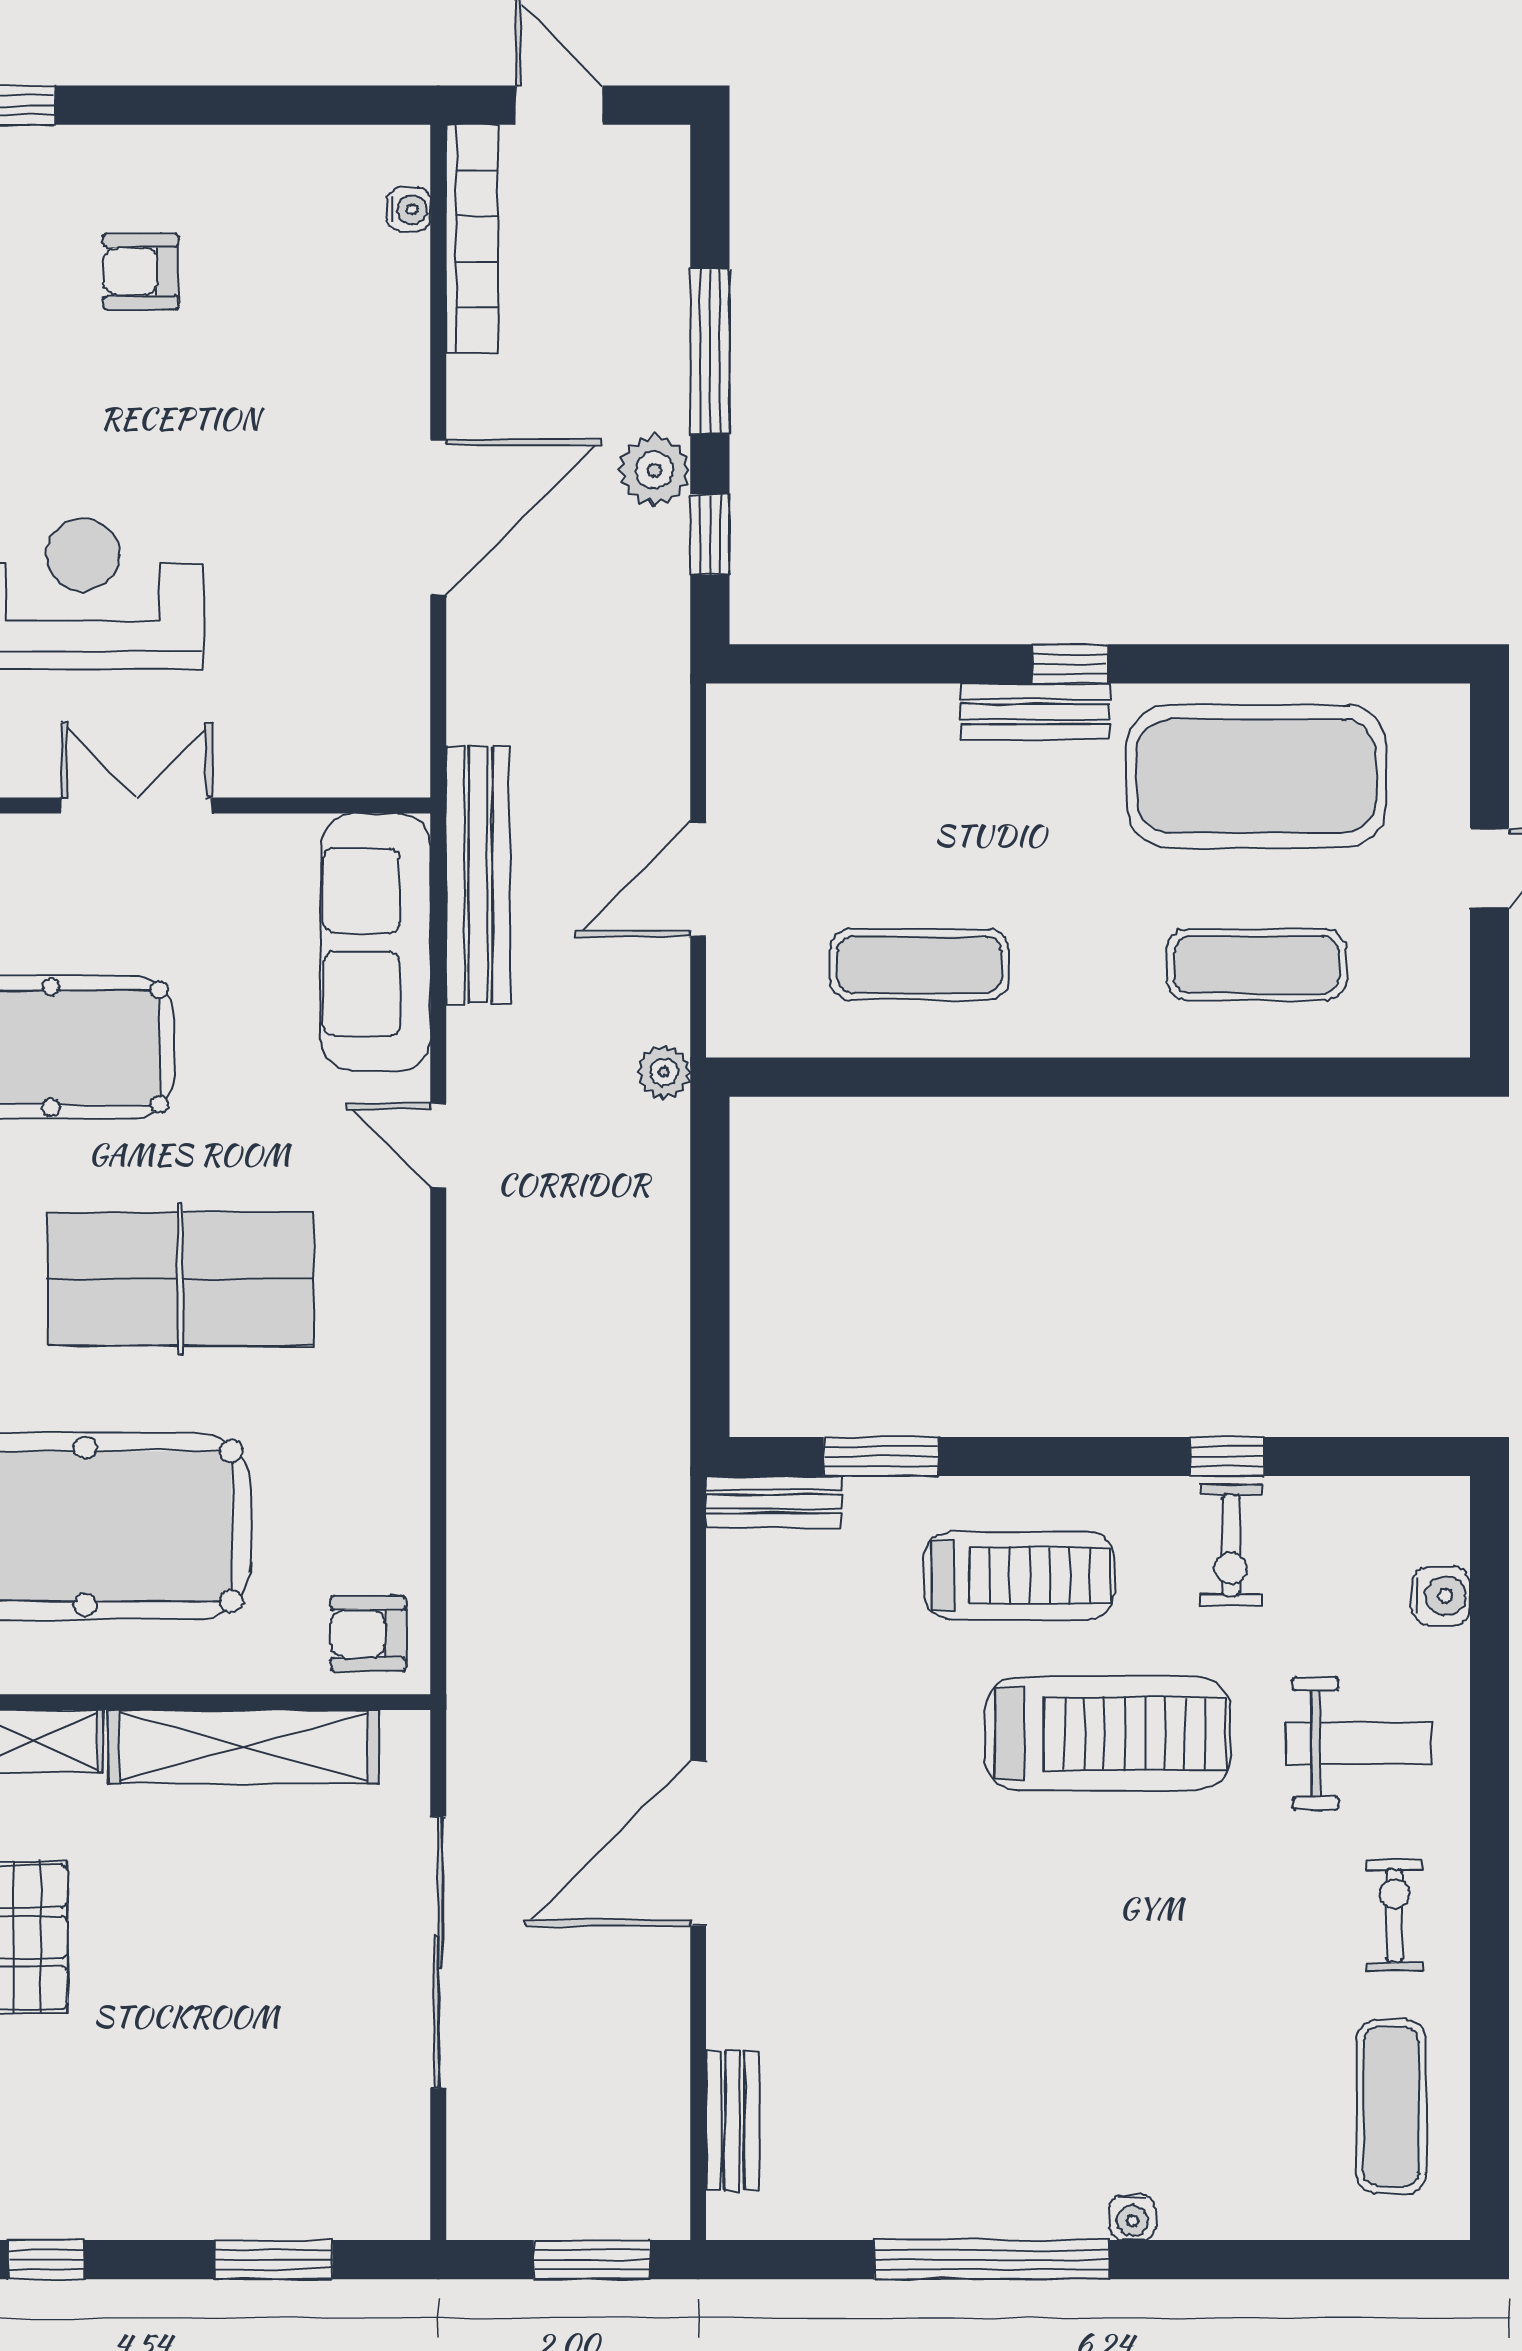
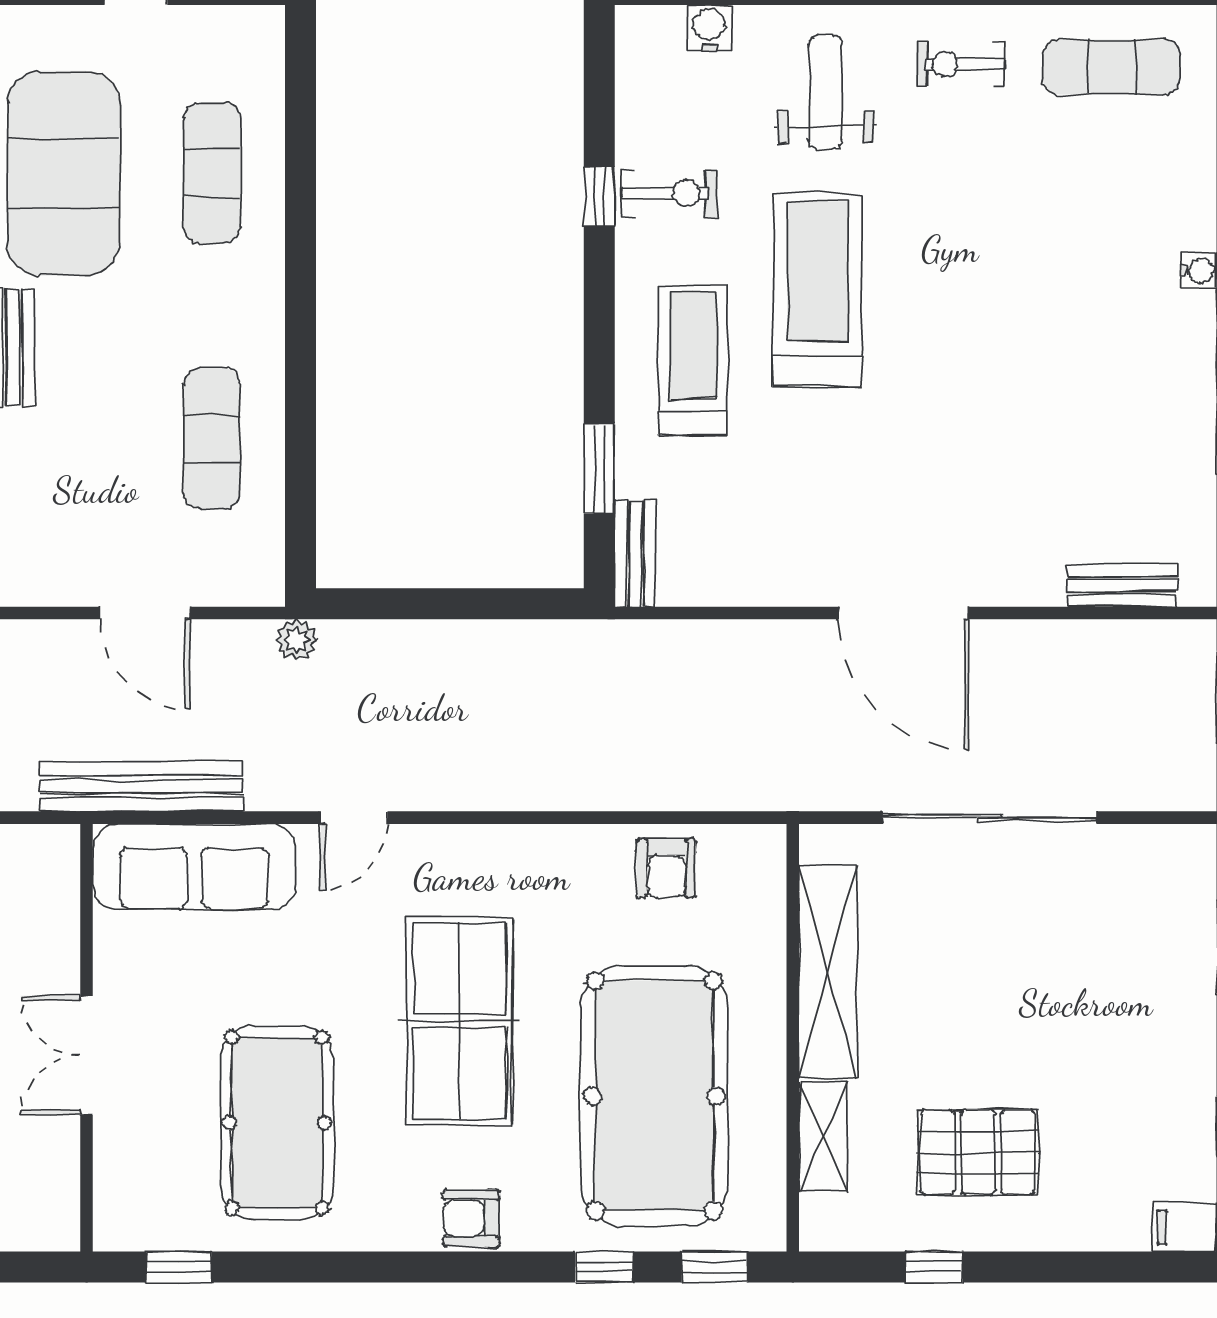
armchair: (368, 1634) -> (666, 868), moved

